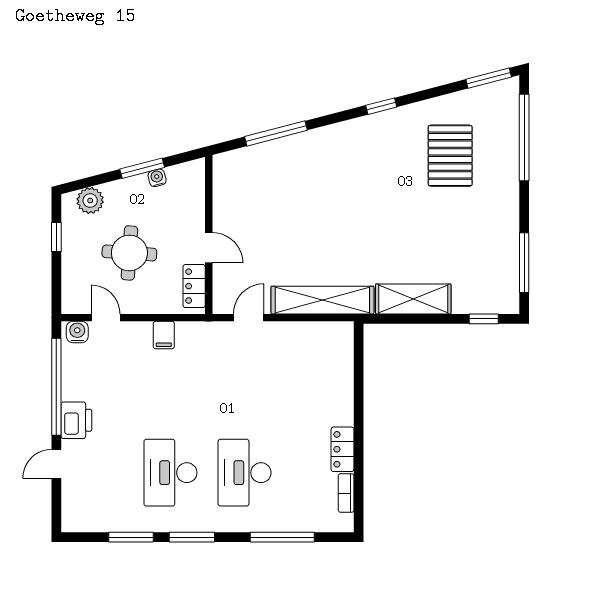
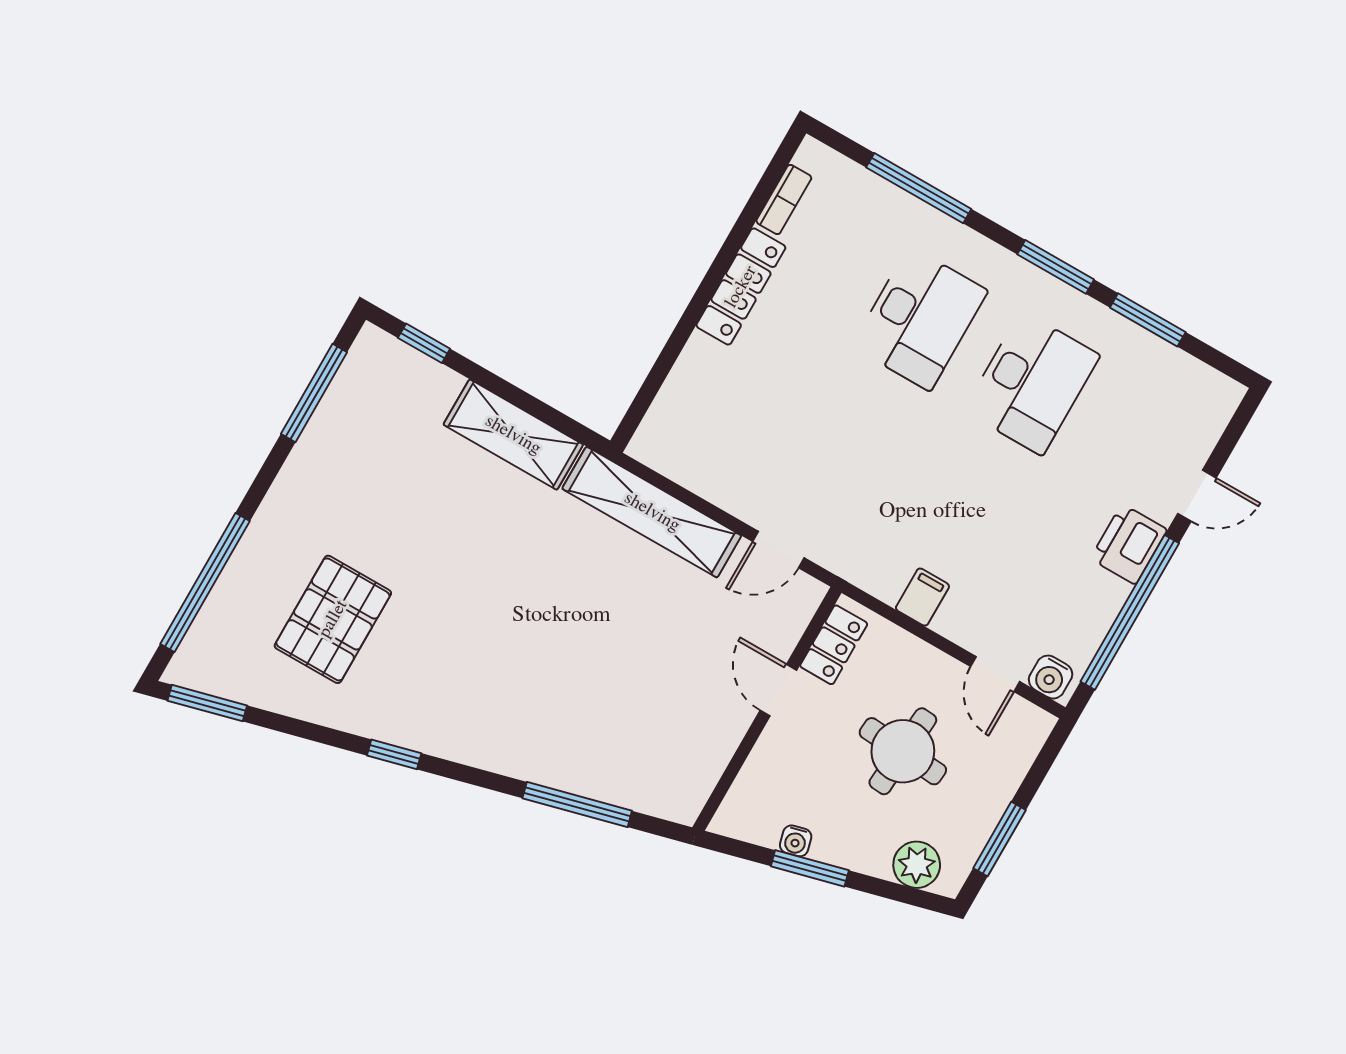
window: (56, 237) -> (999, 839), width x1.50
locker: (343, 449) -> (741, 287), width x1.53

